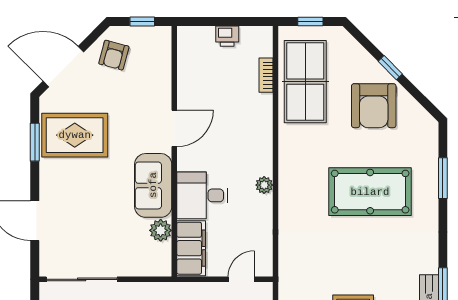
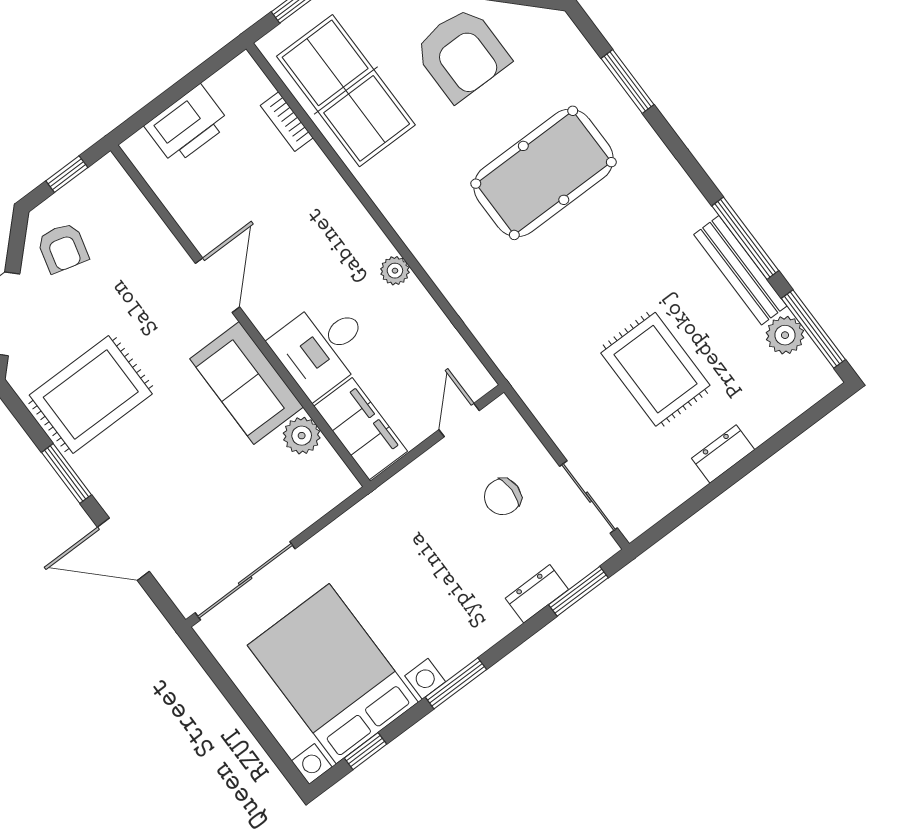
printer: (227, 36) -> (187, 125), width x1.87, depth x1.48
window: (35, 142) -> (67, 474), moved

